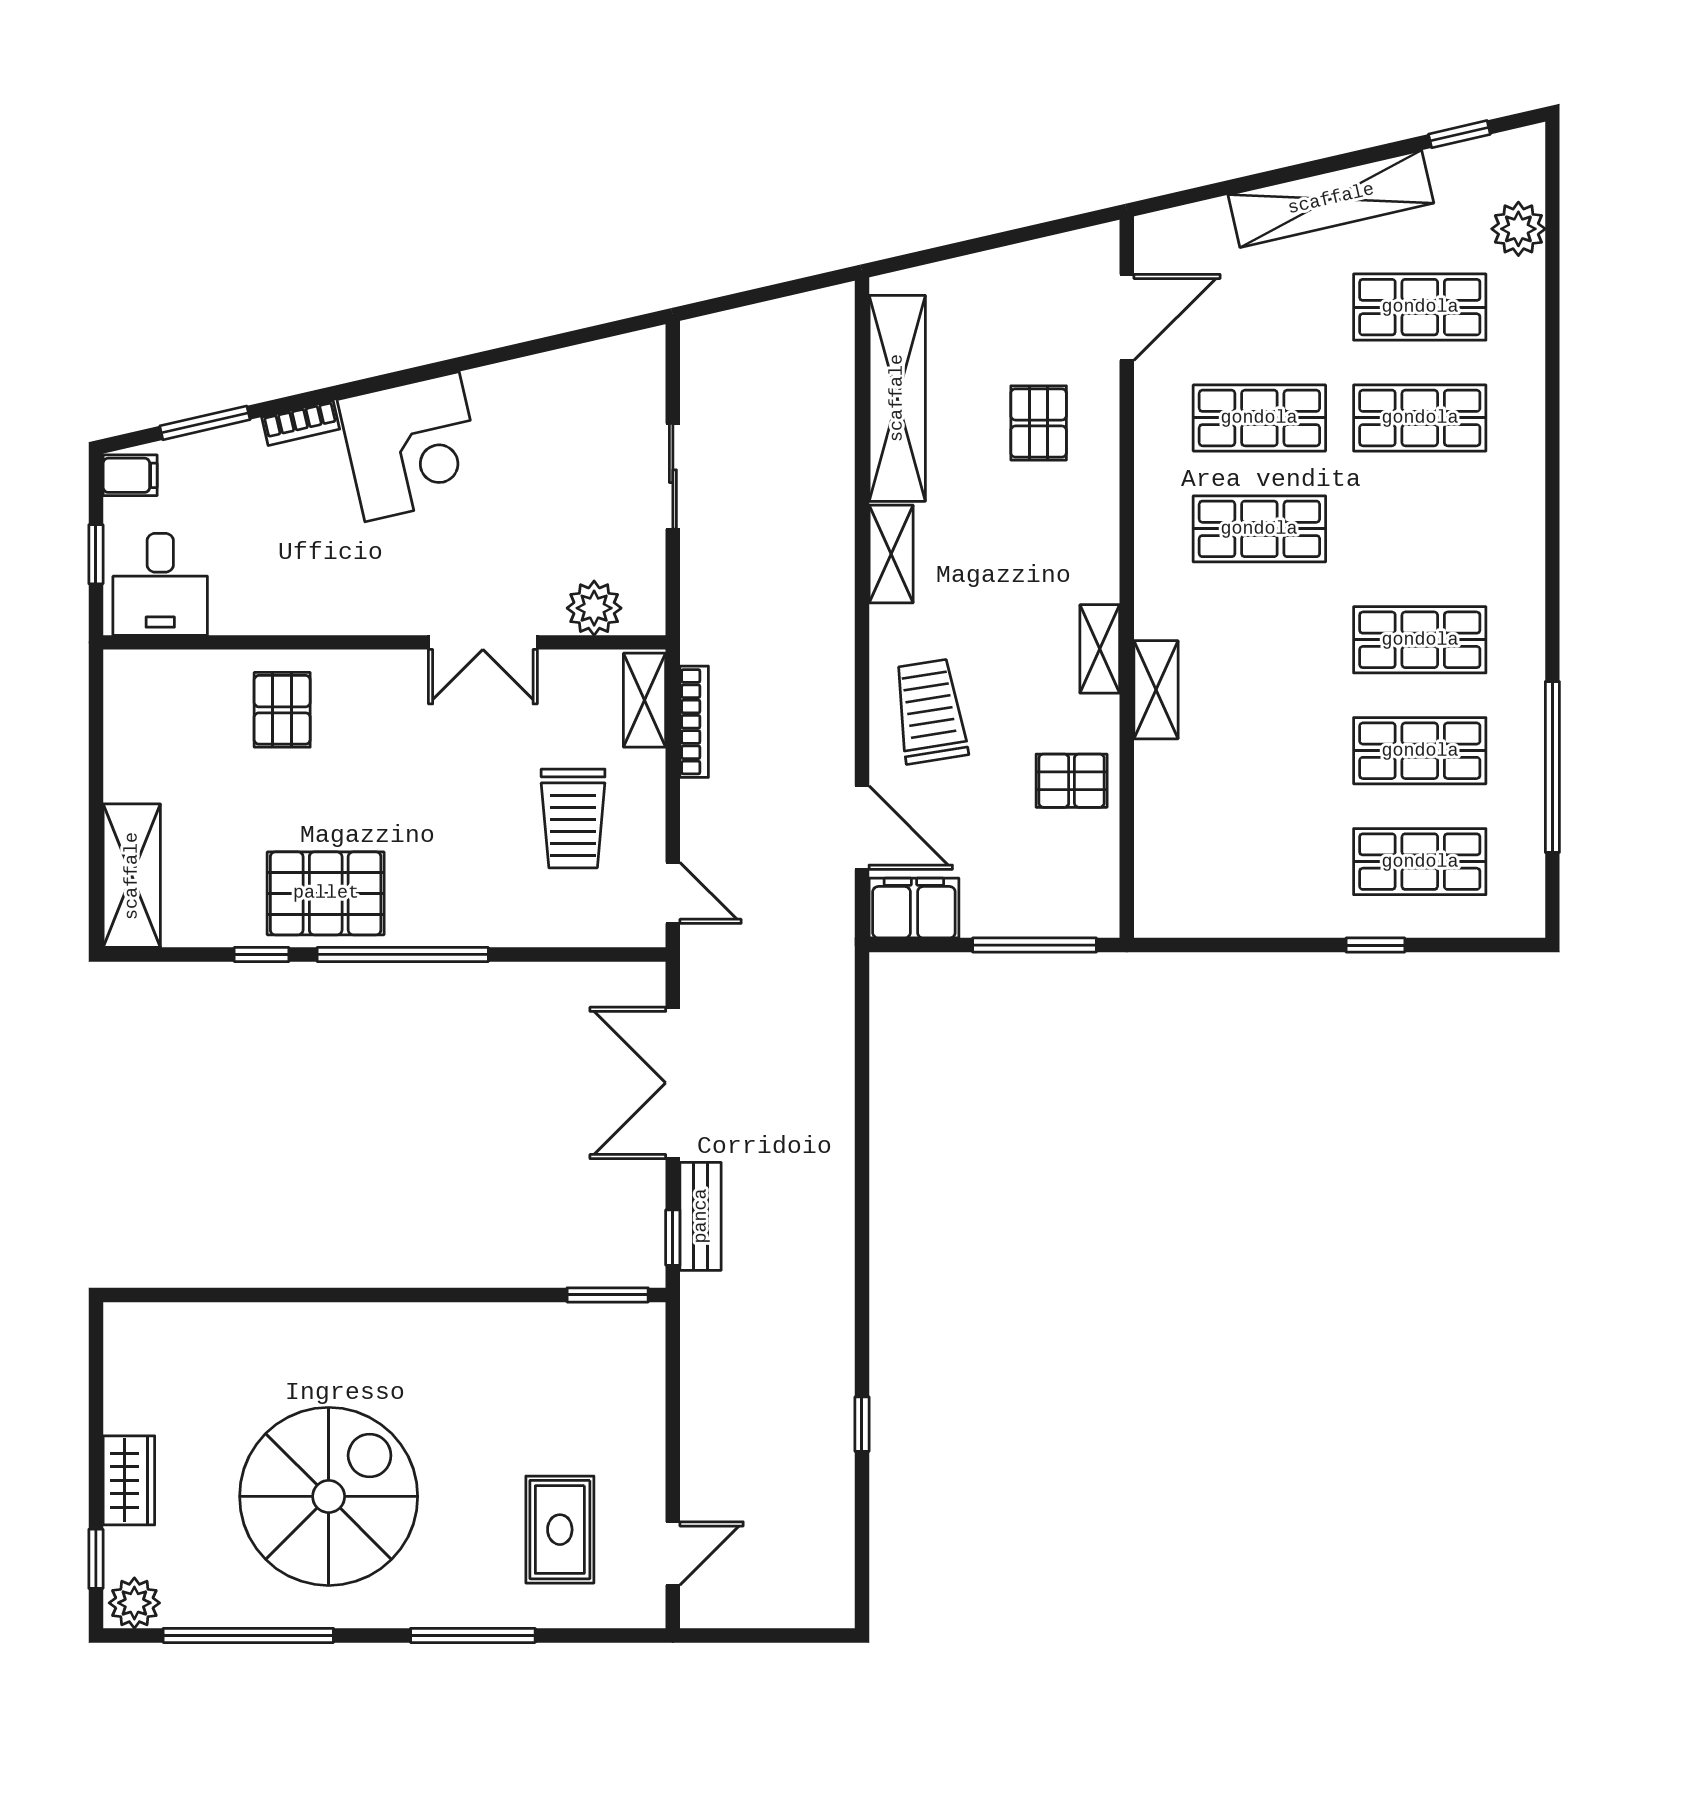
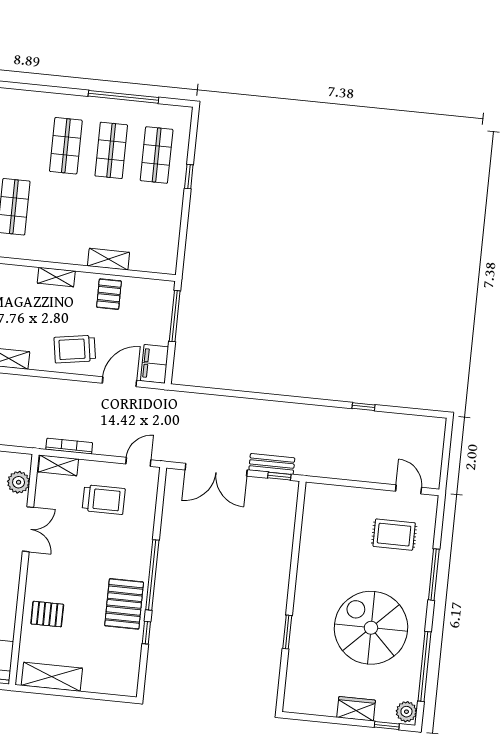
shelving: (1156, 690) -> (109, 259), moved
shelving: (132, 876) -> (52, 677), moved
window: (608, 1295) -> (287, 632), moved

